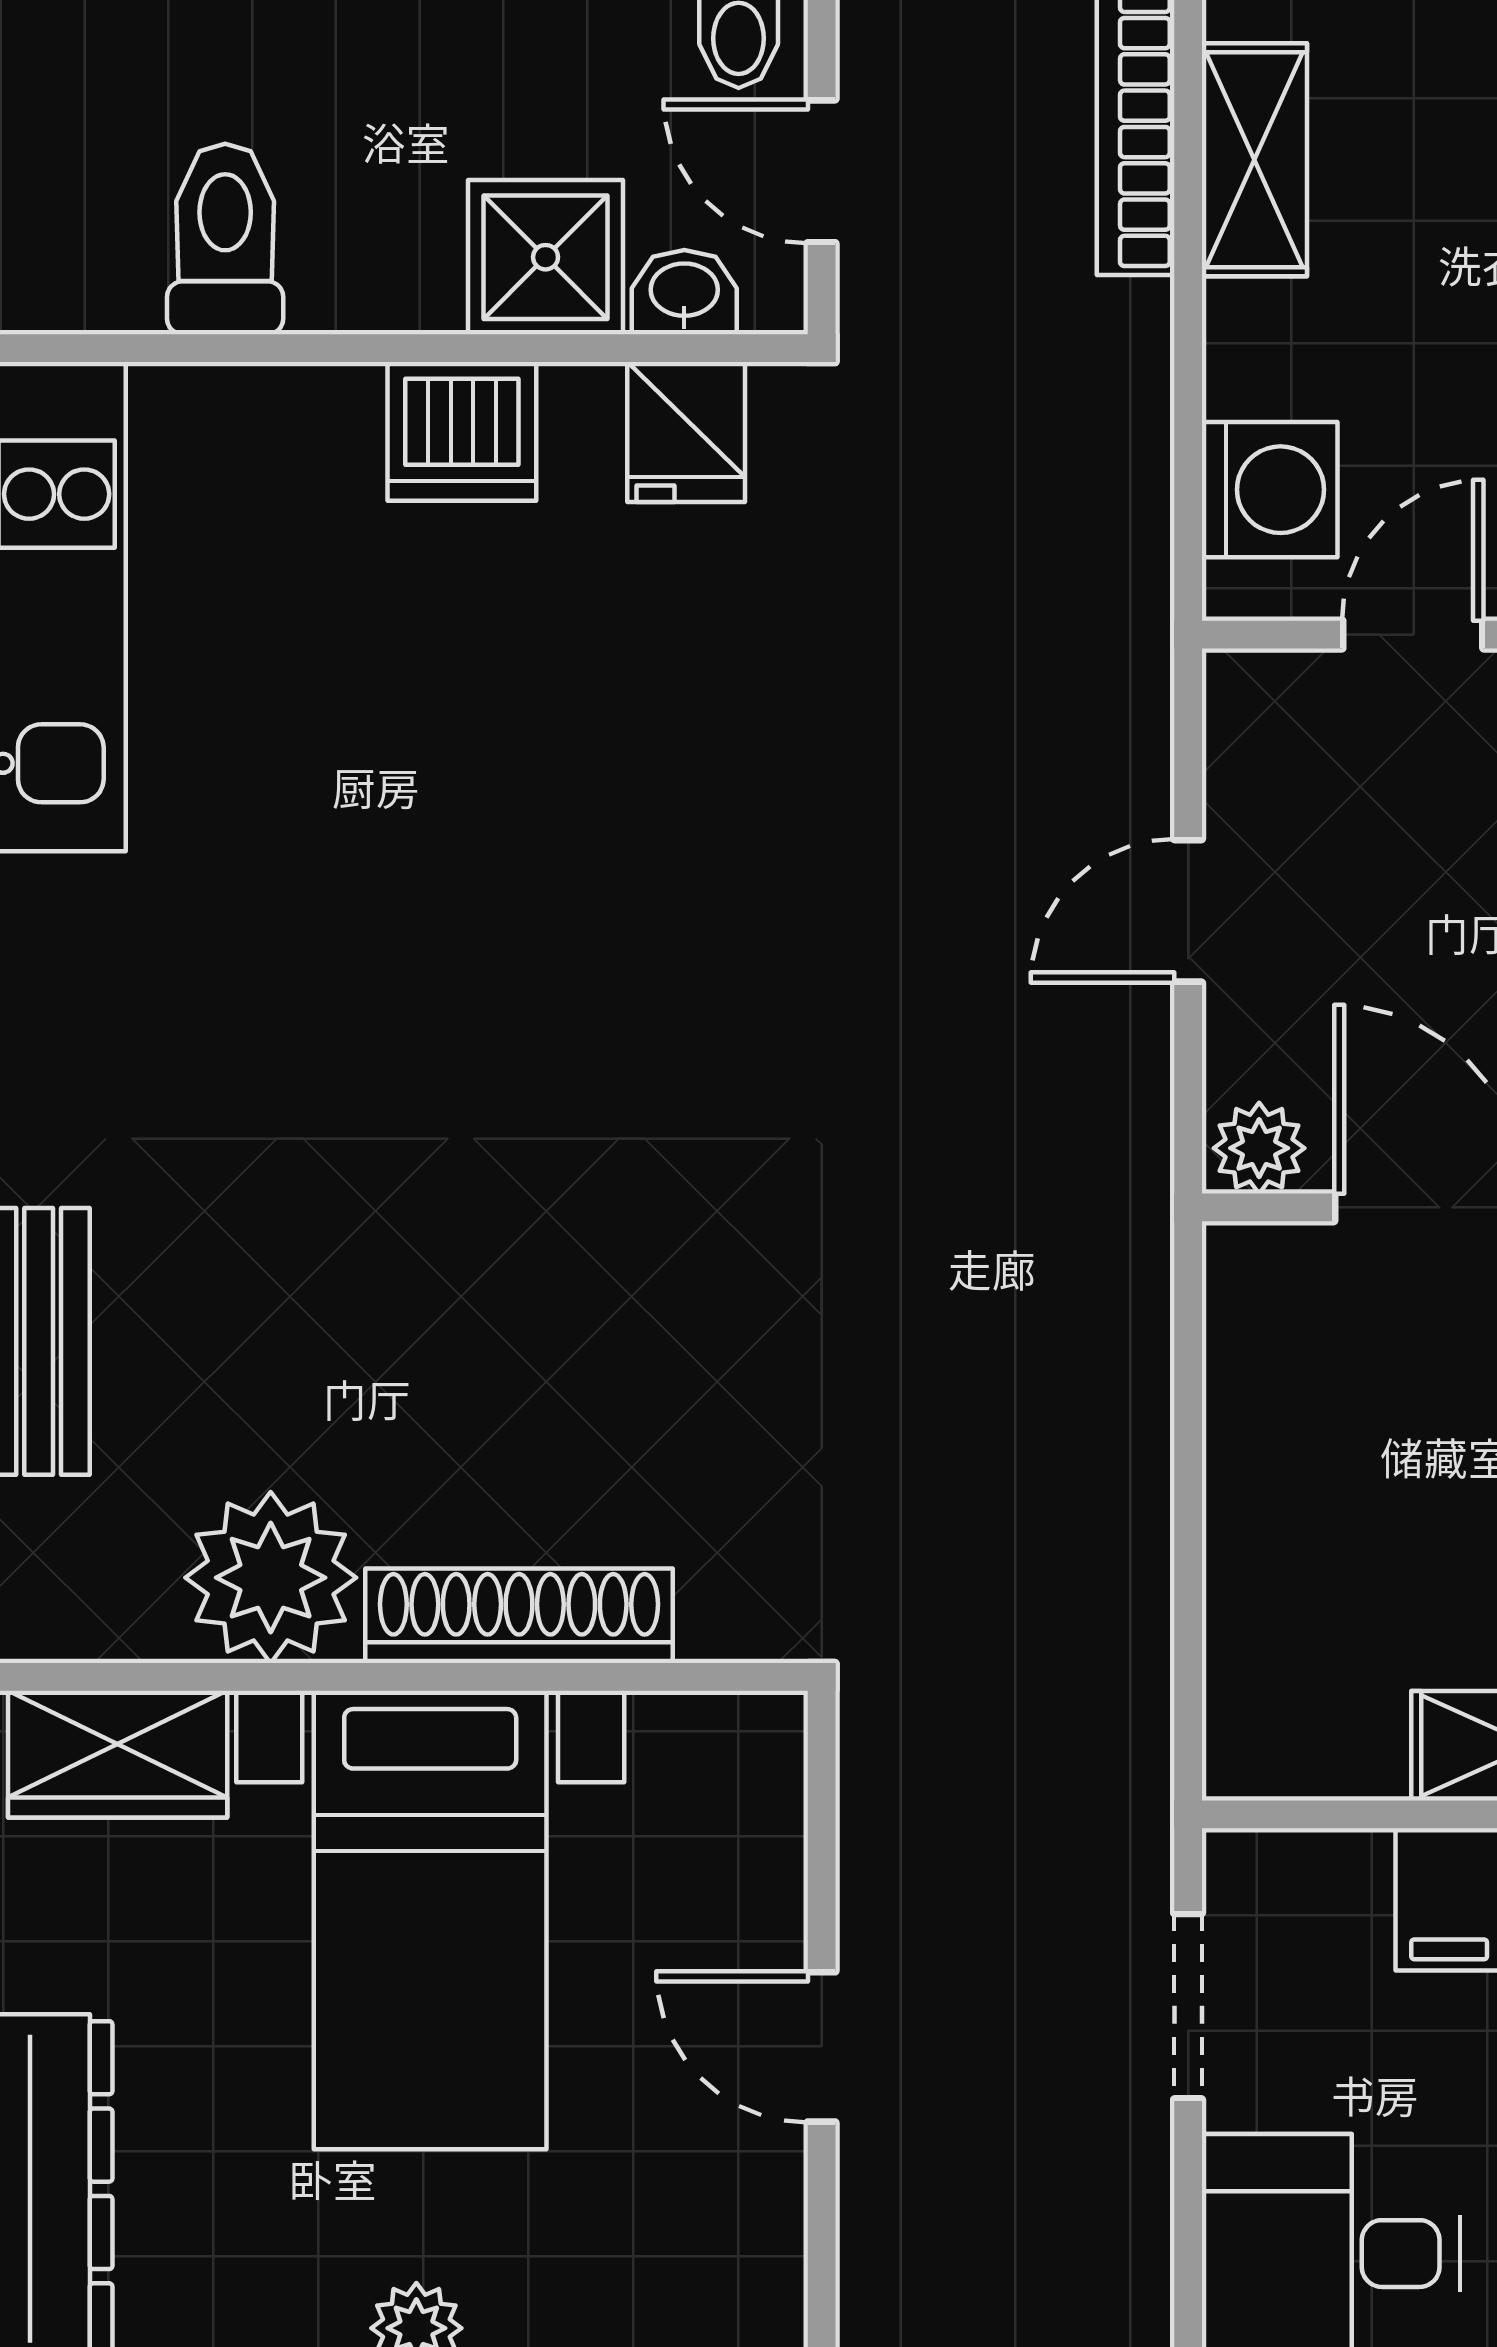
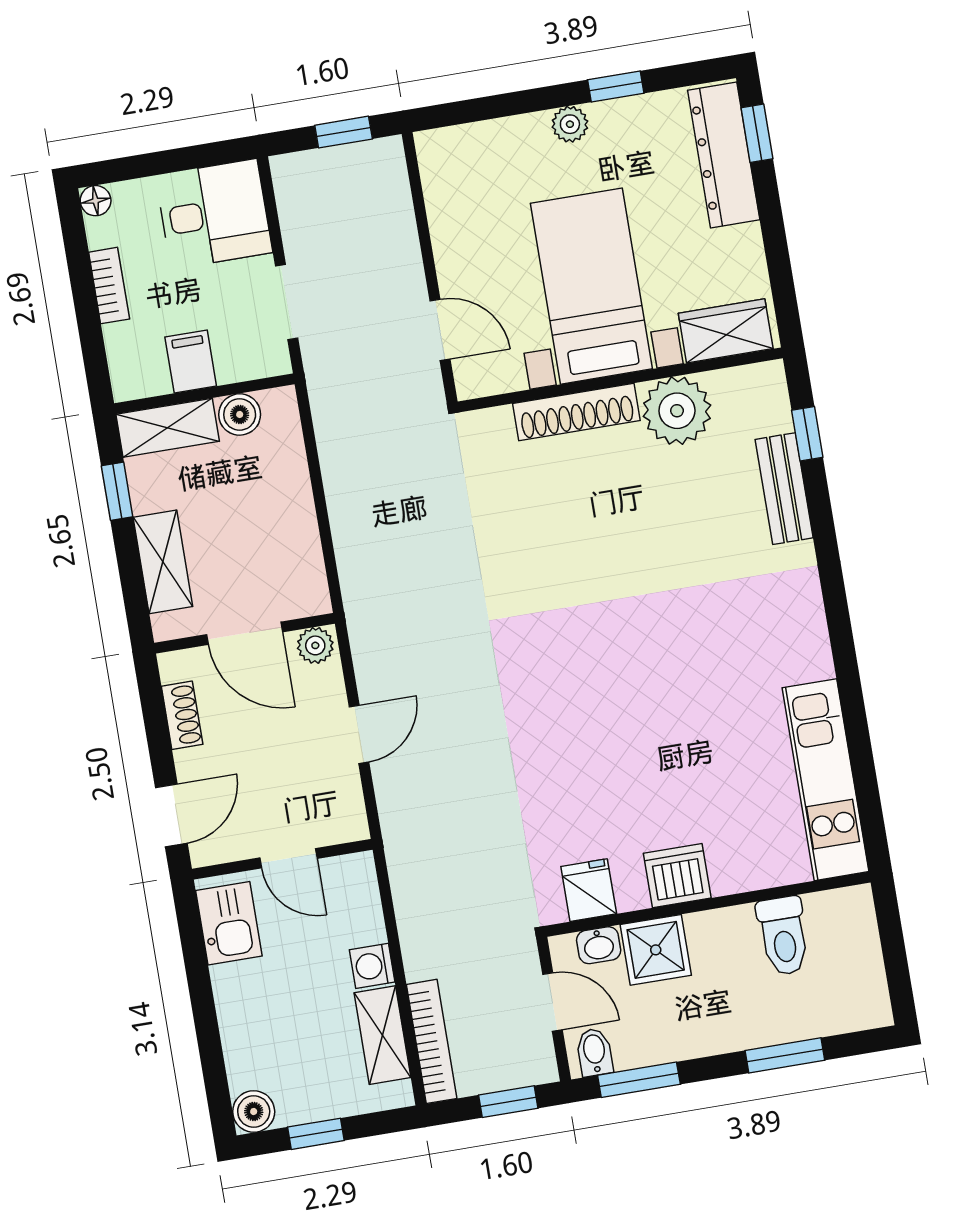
washing machine: (1270, 490) -> (372, 966), moved, width x0.73, depth x0.73
door: (1413, 635) -> (289, 858), hinge flipped
boiler: (1350, 1749) -> (240, 414), added
door: (822, 2047) -> (440, 330), moved

